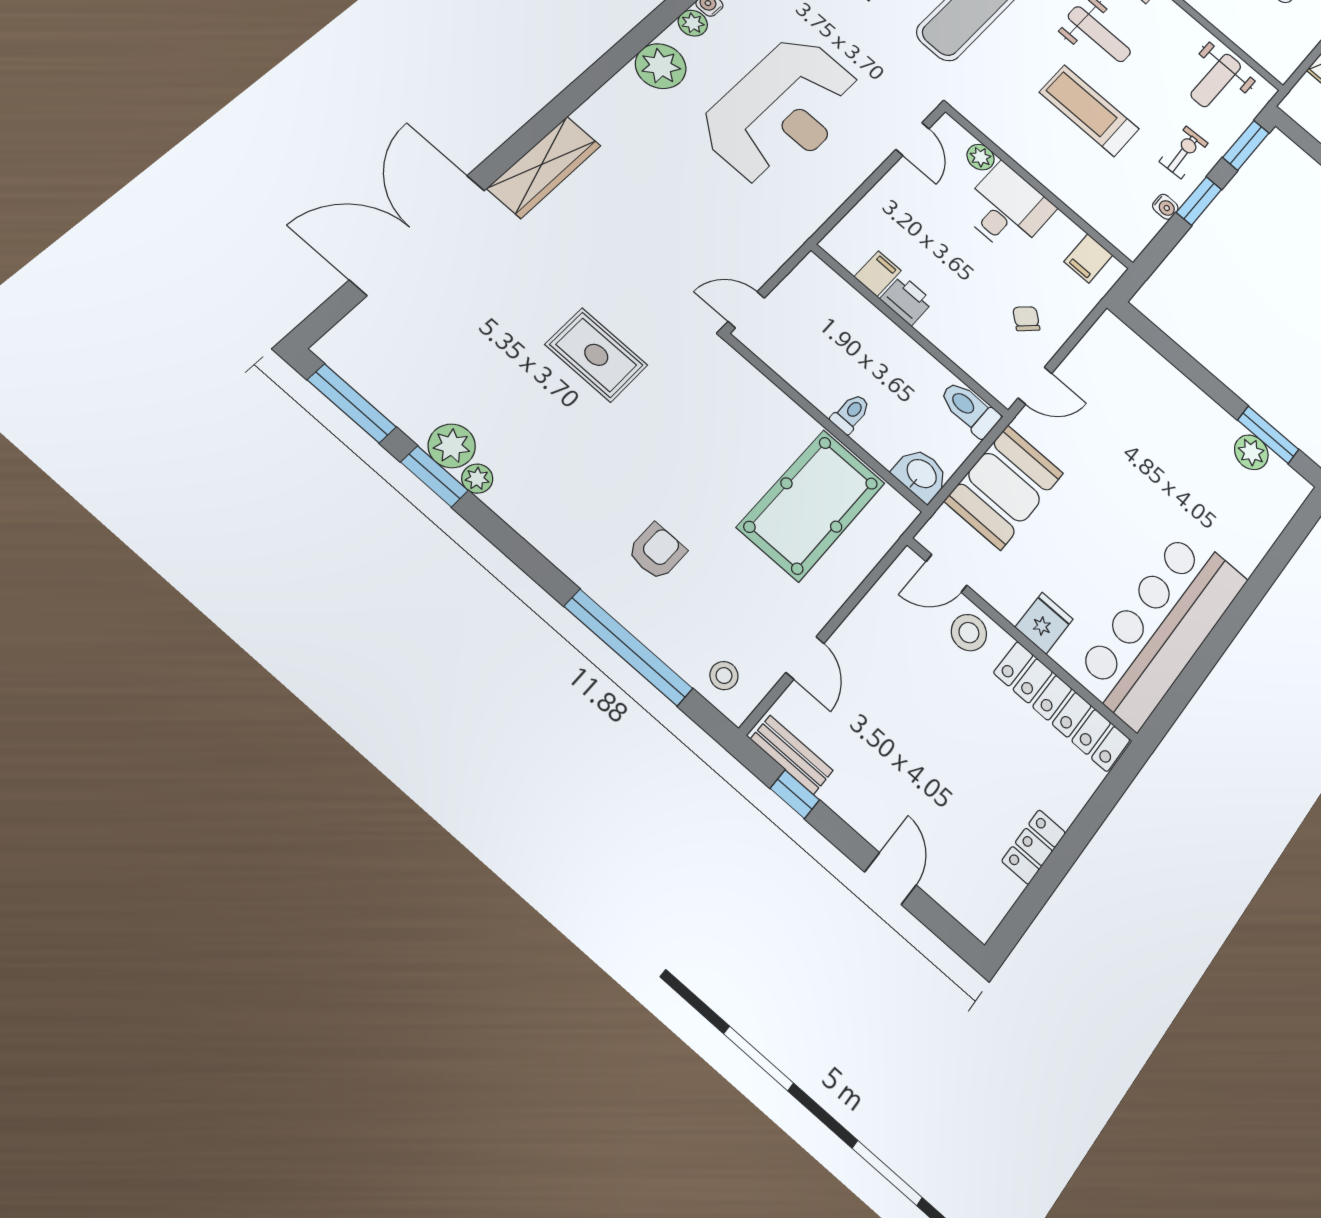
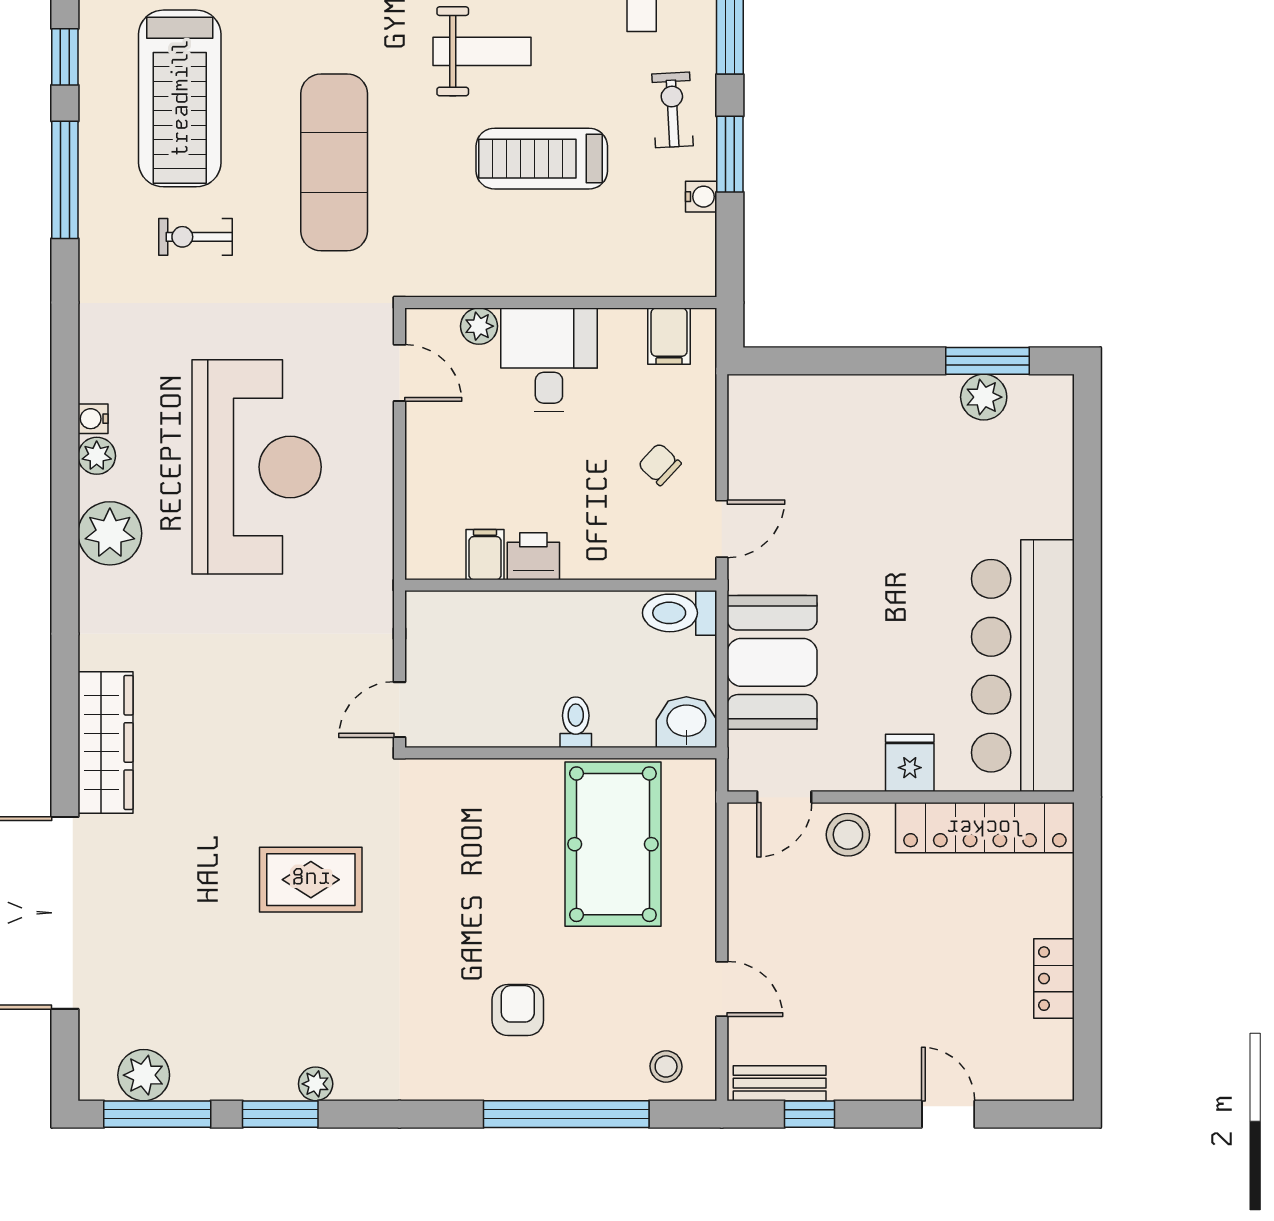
plant: (452, 446) -> (144, 1075), moved

